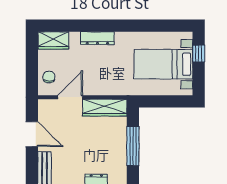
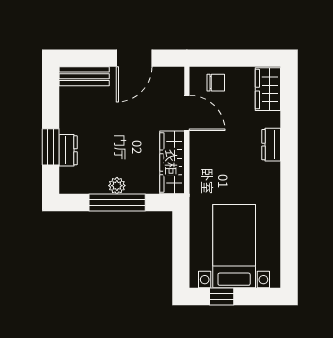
dresser: (97, 38) -> (271, 145), width x0.70
window: (199, 53) -> (222, 297), moved
plant: (121, 146) -> (117, 186), added

